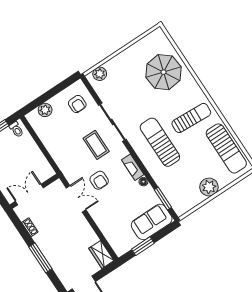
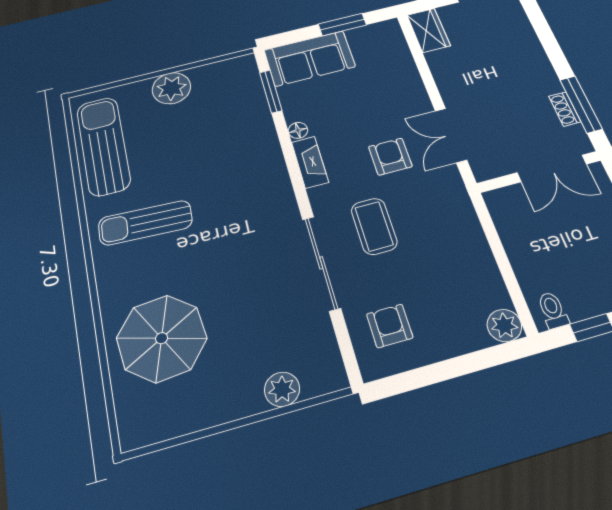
plant: (100, 74) -> (282, 389), moved
plant: (45, 110) -> (504, 325), moved
sun lounger: (160, 142) -> (233, 194), removed
window: (40, 258) -> (581, 104), moved

